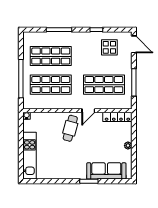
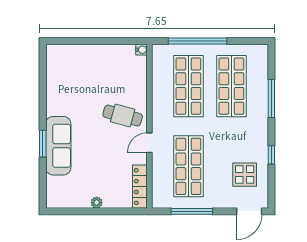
door: (88, 111) -> (149, 143), hinge flipped
kitchen unit: (30, 156) -> (81, 54), removed
sofa: (106, 171) -> (58, 146), moved

